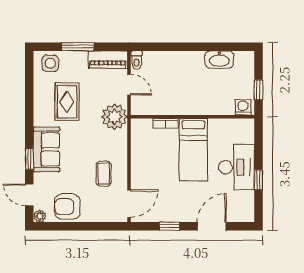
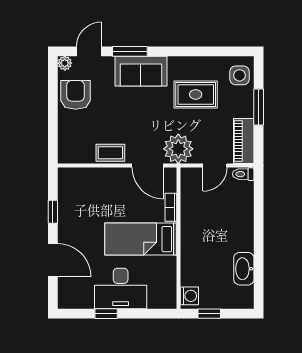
window: (29, 159) -> (130, 51), width x1.50
coffee table: (104, 174) -> (110, 153), moved
door: (129, 204) -> (148, 166), moved

